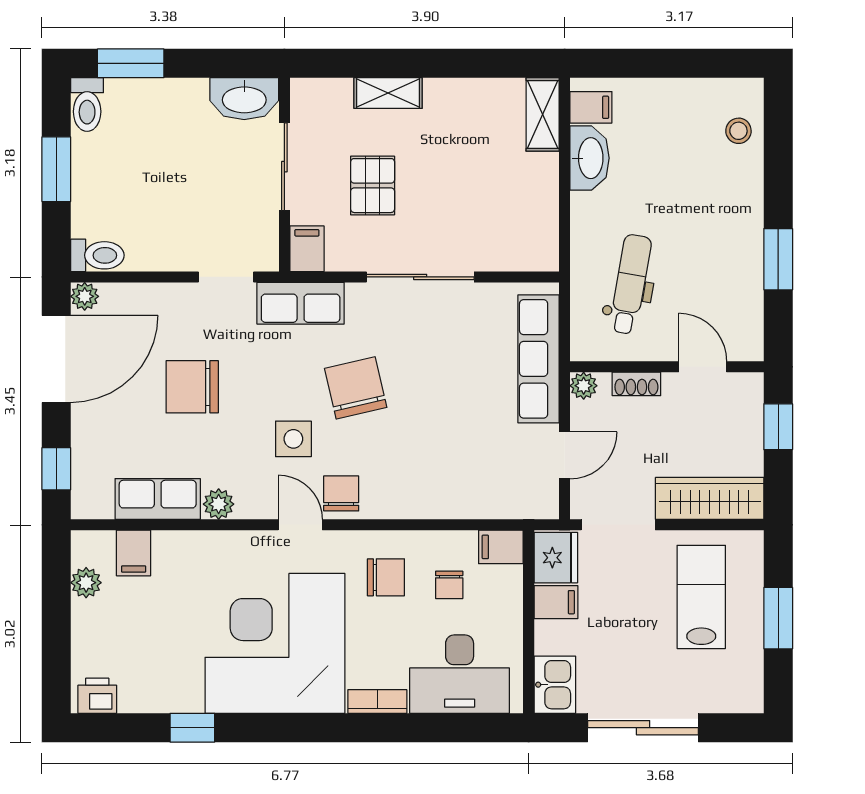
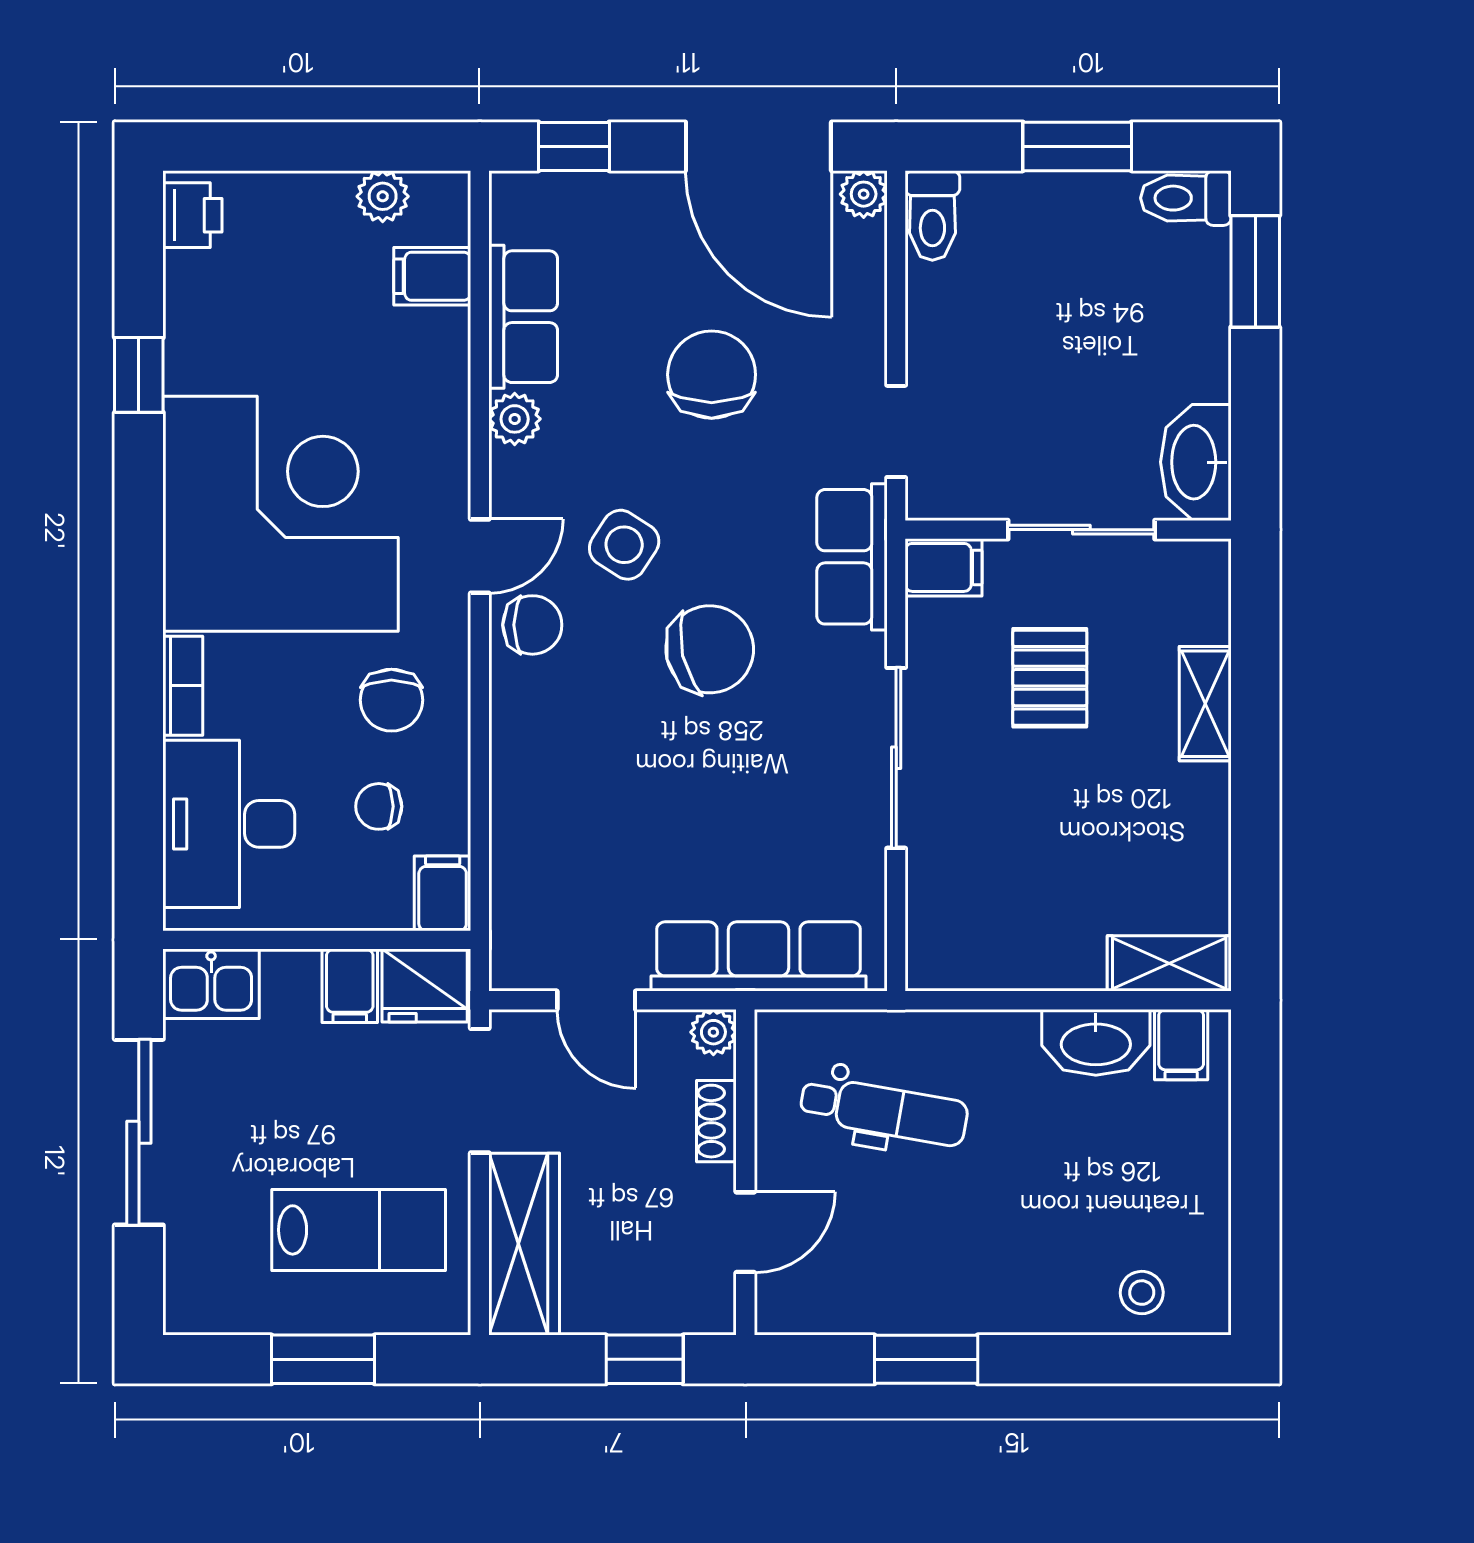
pallet: (373, 186) -> (1050, 678), turned 90
side table: (293, 439) -> (624, 545), turned 33

